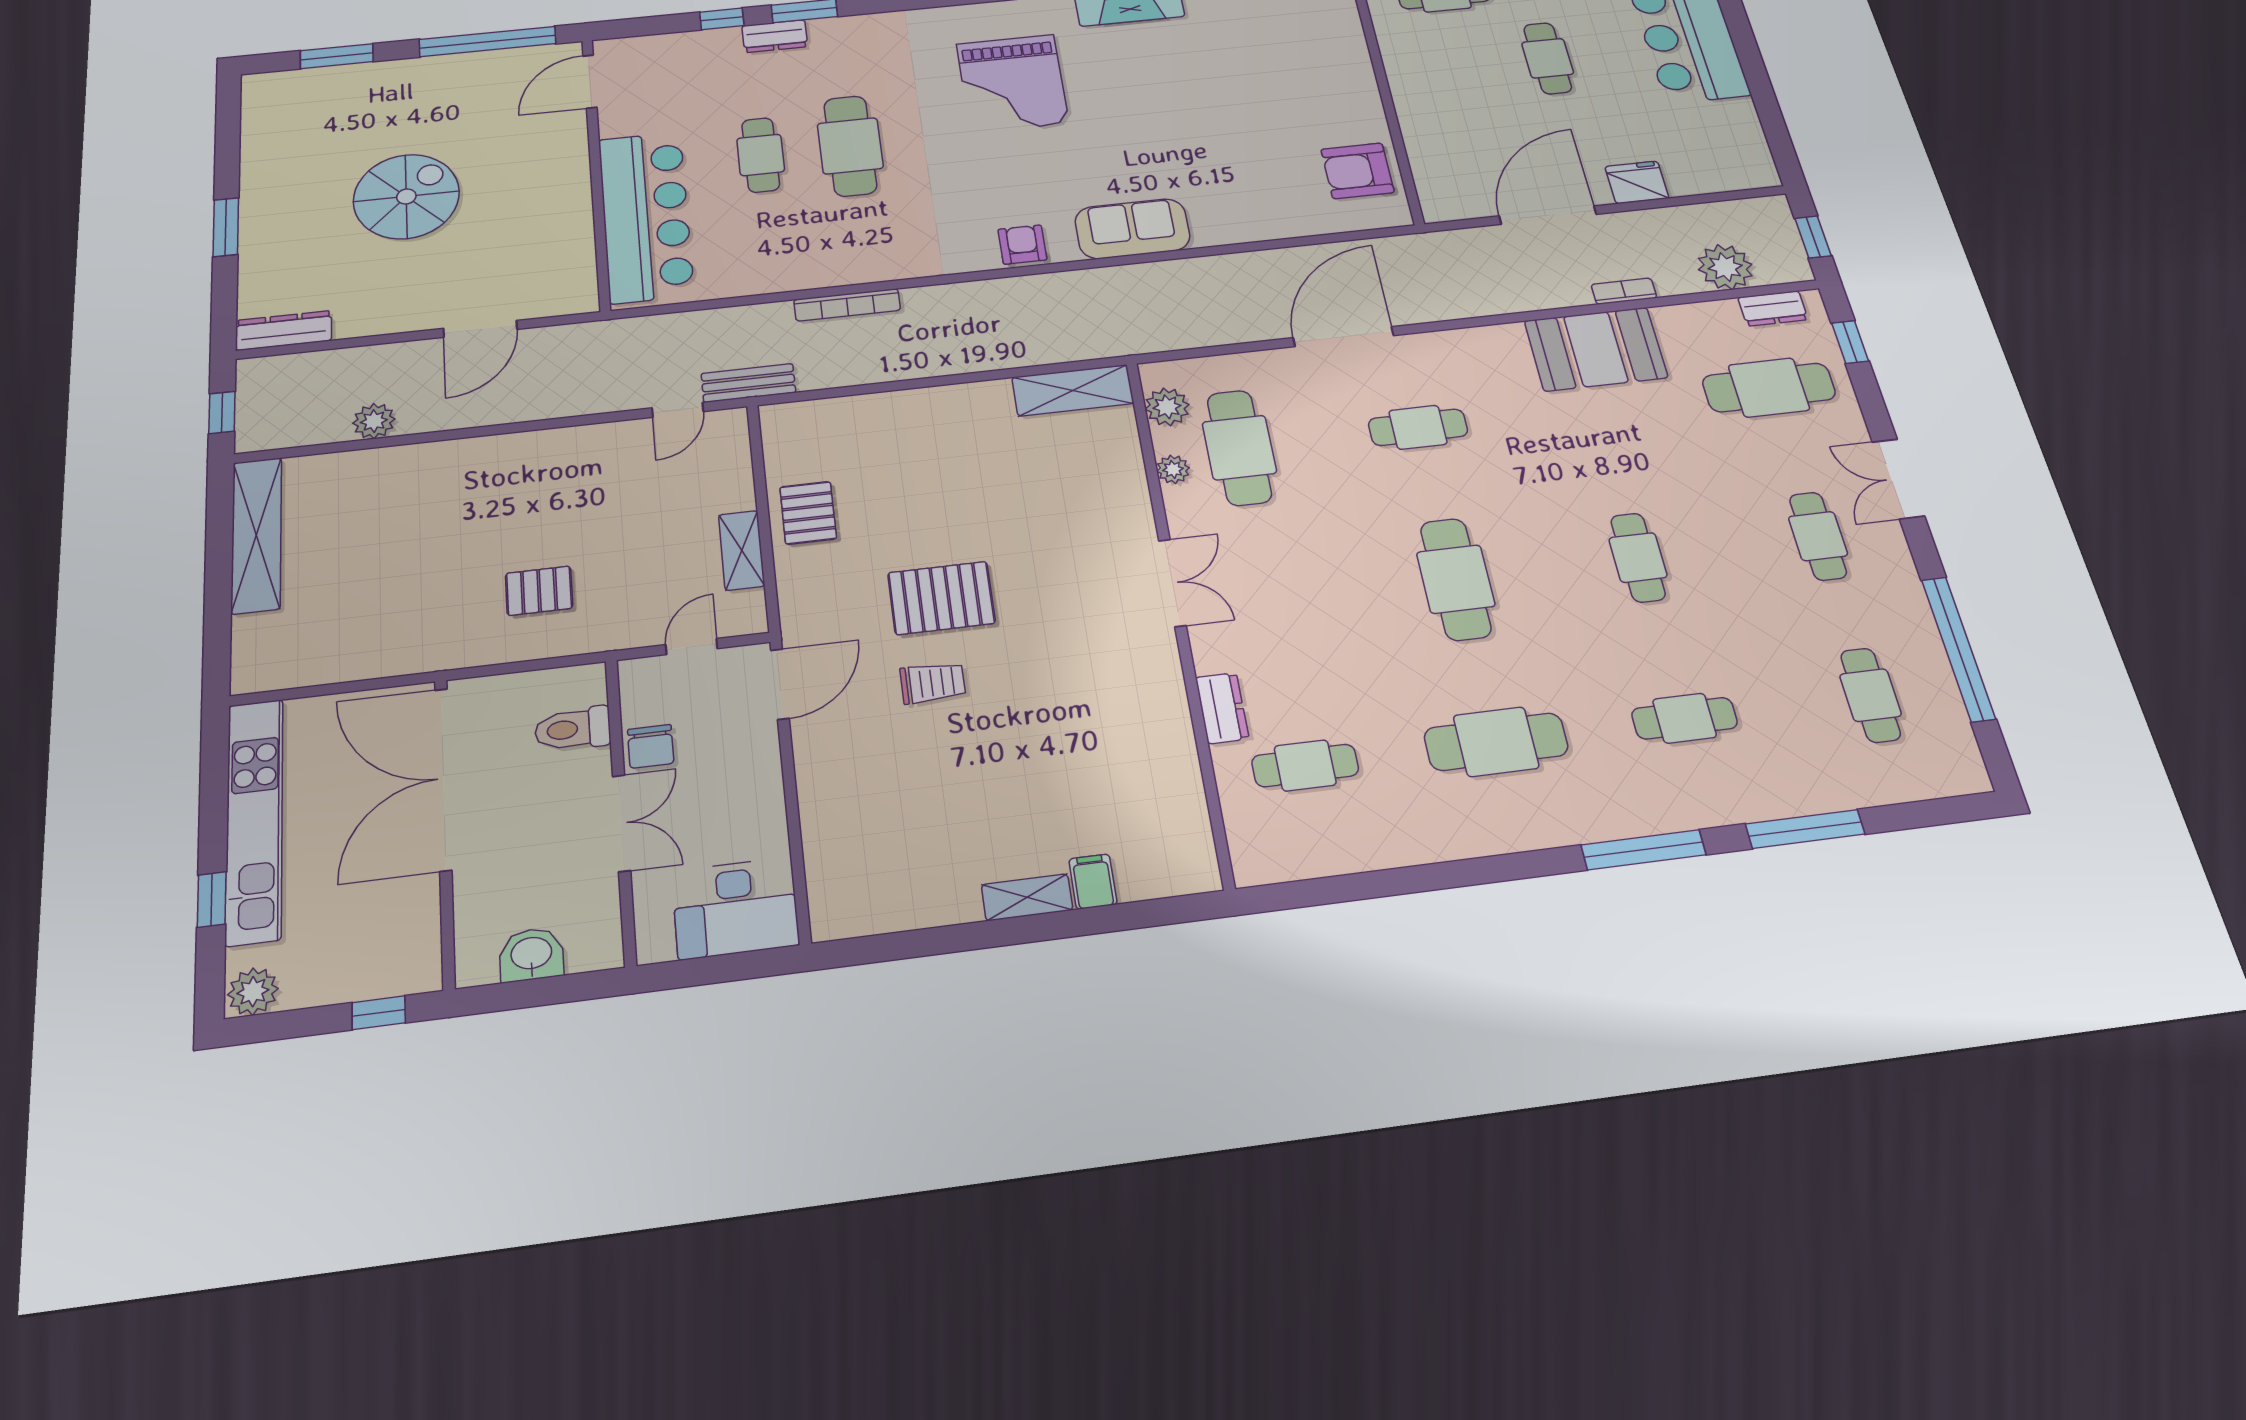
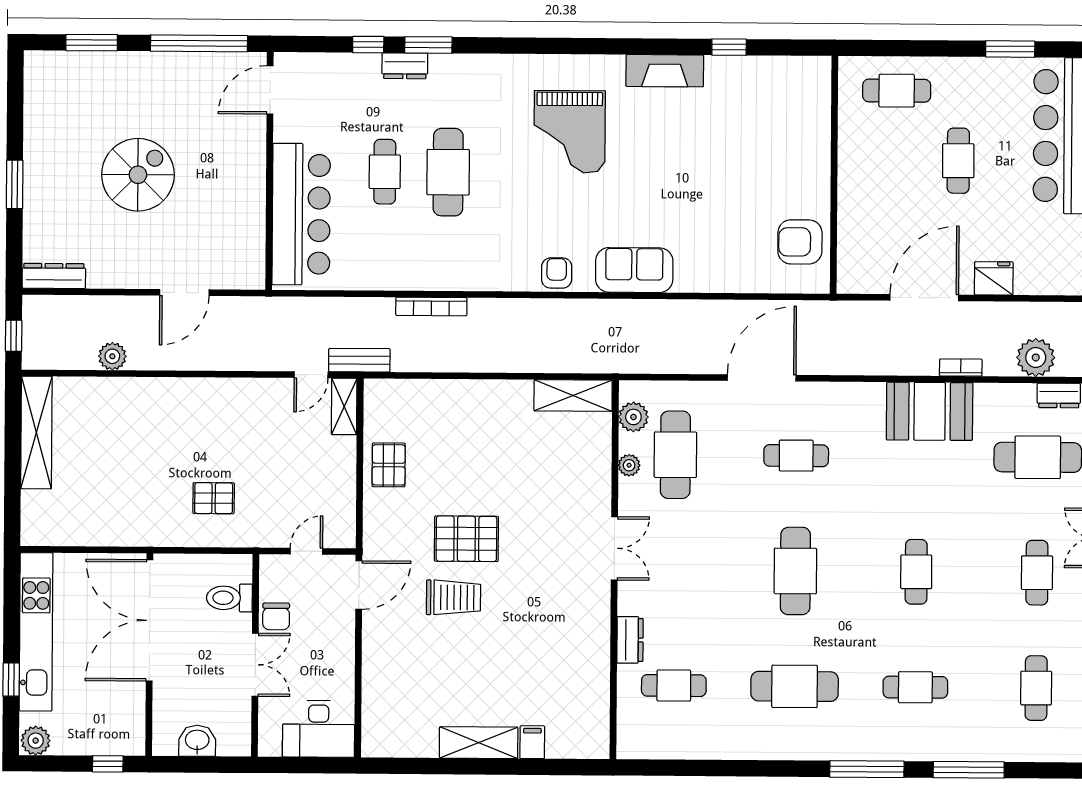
shelving: (742, 550) -> (344, 406), moved
trolley: (933, 683) -> (453, 597), width x1.36, depth x1.39
shelving: (1027, 897) -> (479, 743), width x1.50, depth x1.33

